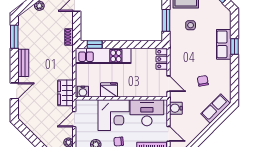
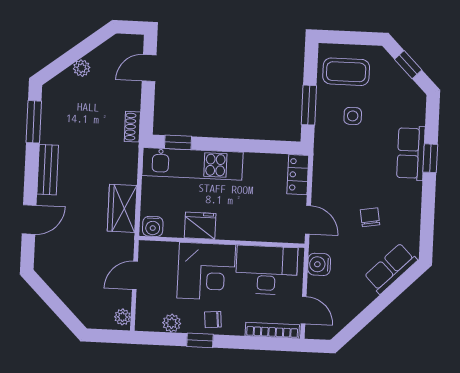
wardrobe: (65, 93) -> (122, 208), moved

